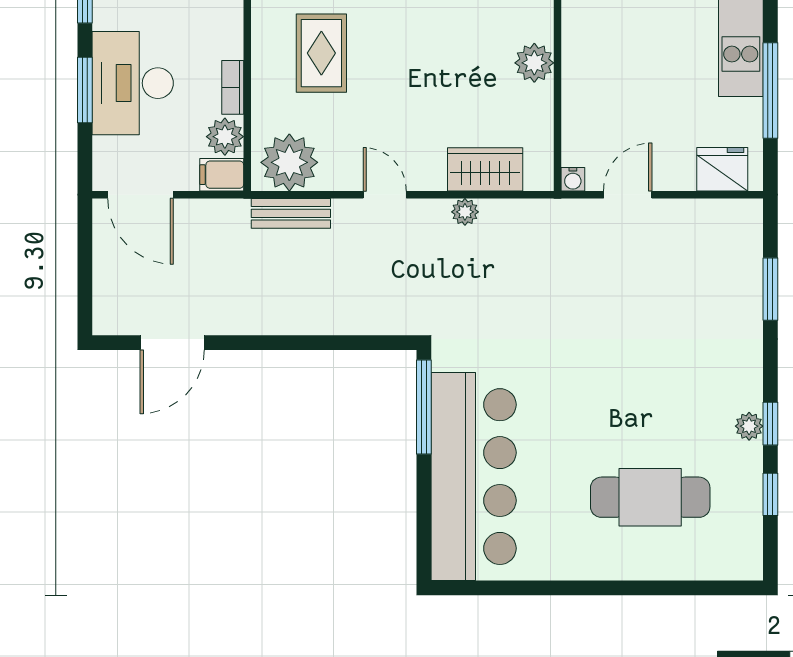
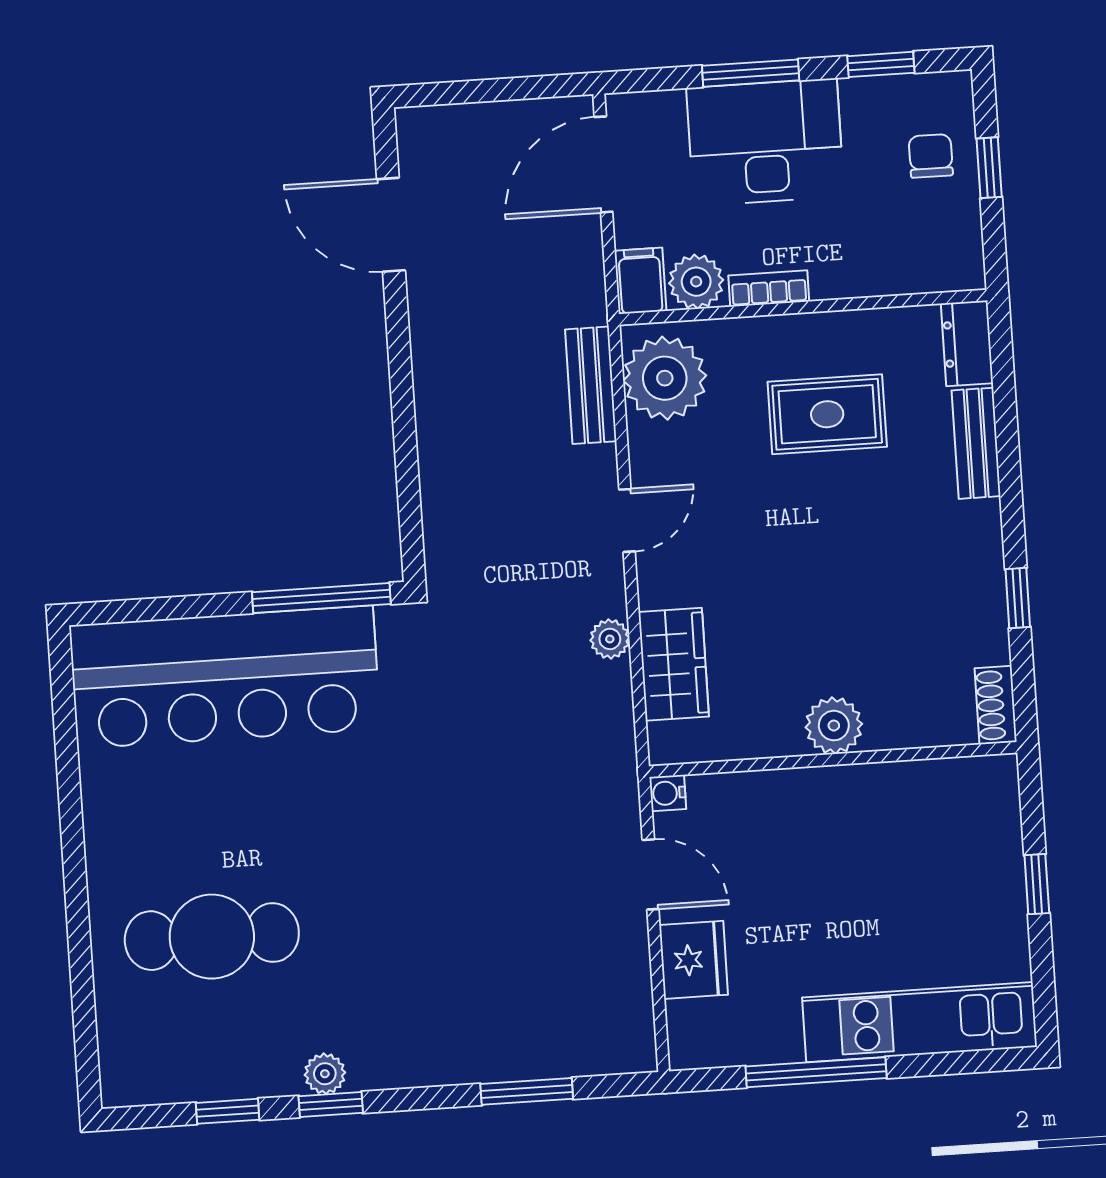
fridge: (722, 169) -> (694, 960), moved
cafe table: (650, 497) -> (212, 937), turned 90

